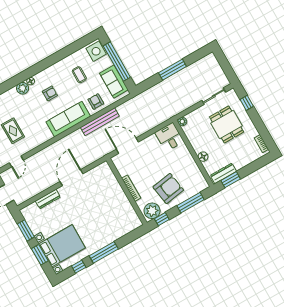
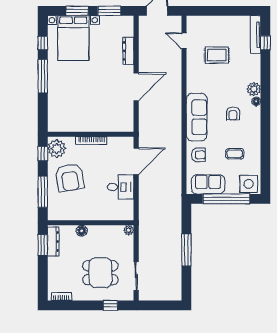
bench: (100, 122) -> (176, 147), removed
desk: (169, 137) -> (121, 187), moved
door: (71, 178) -> (136, 87), hinge flipped

